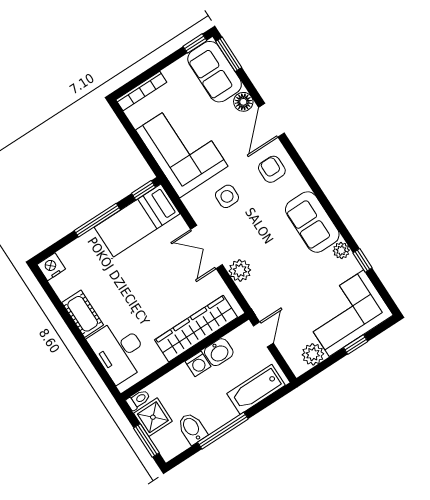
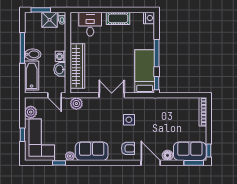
corner sofa: (182, 148) -> (165, 113), removed
plant: (240, 270) -> (76, 104), moved
desk: (119, 351) -> (90, 24), width x0.73
bidet: (192, 428) -> (33, 54), moved

